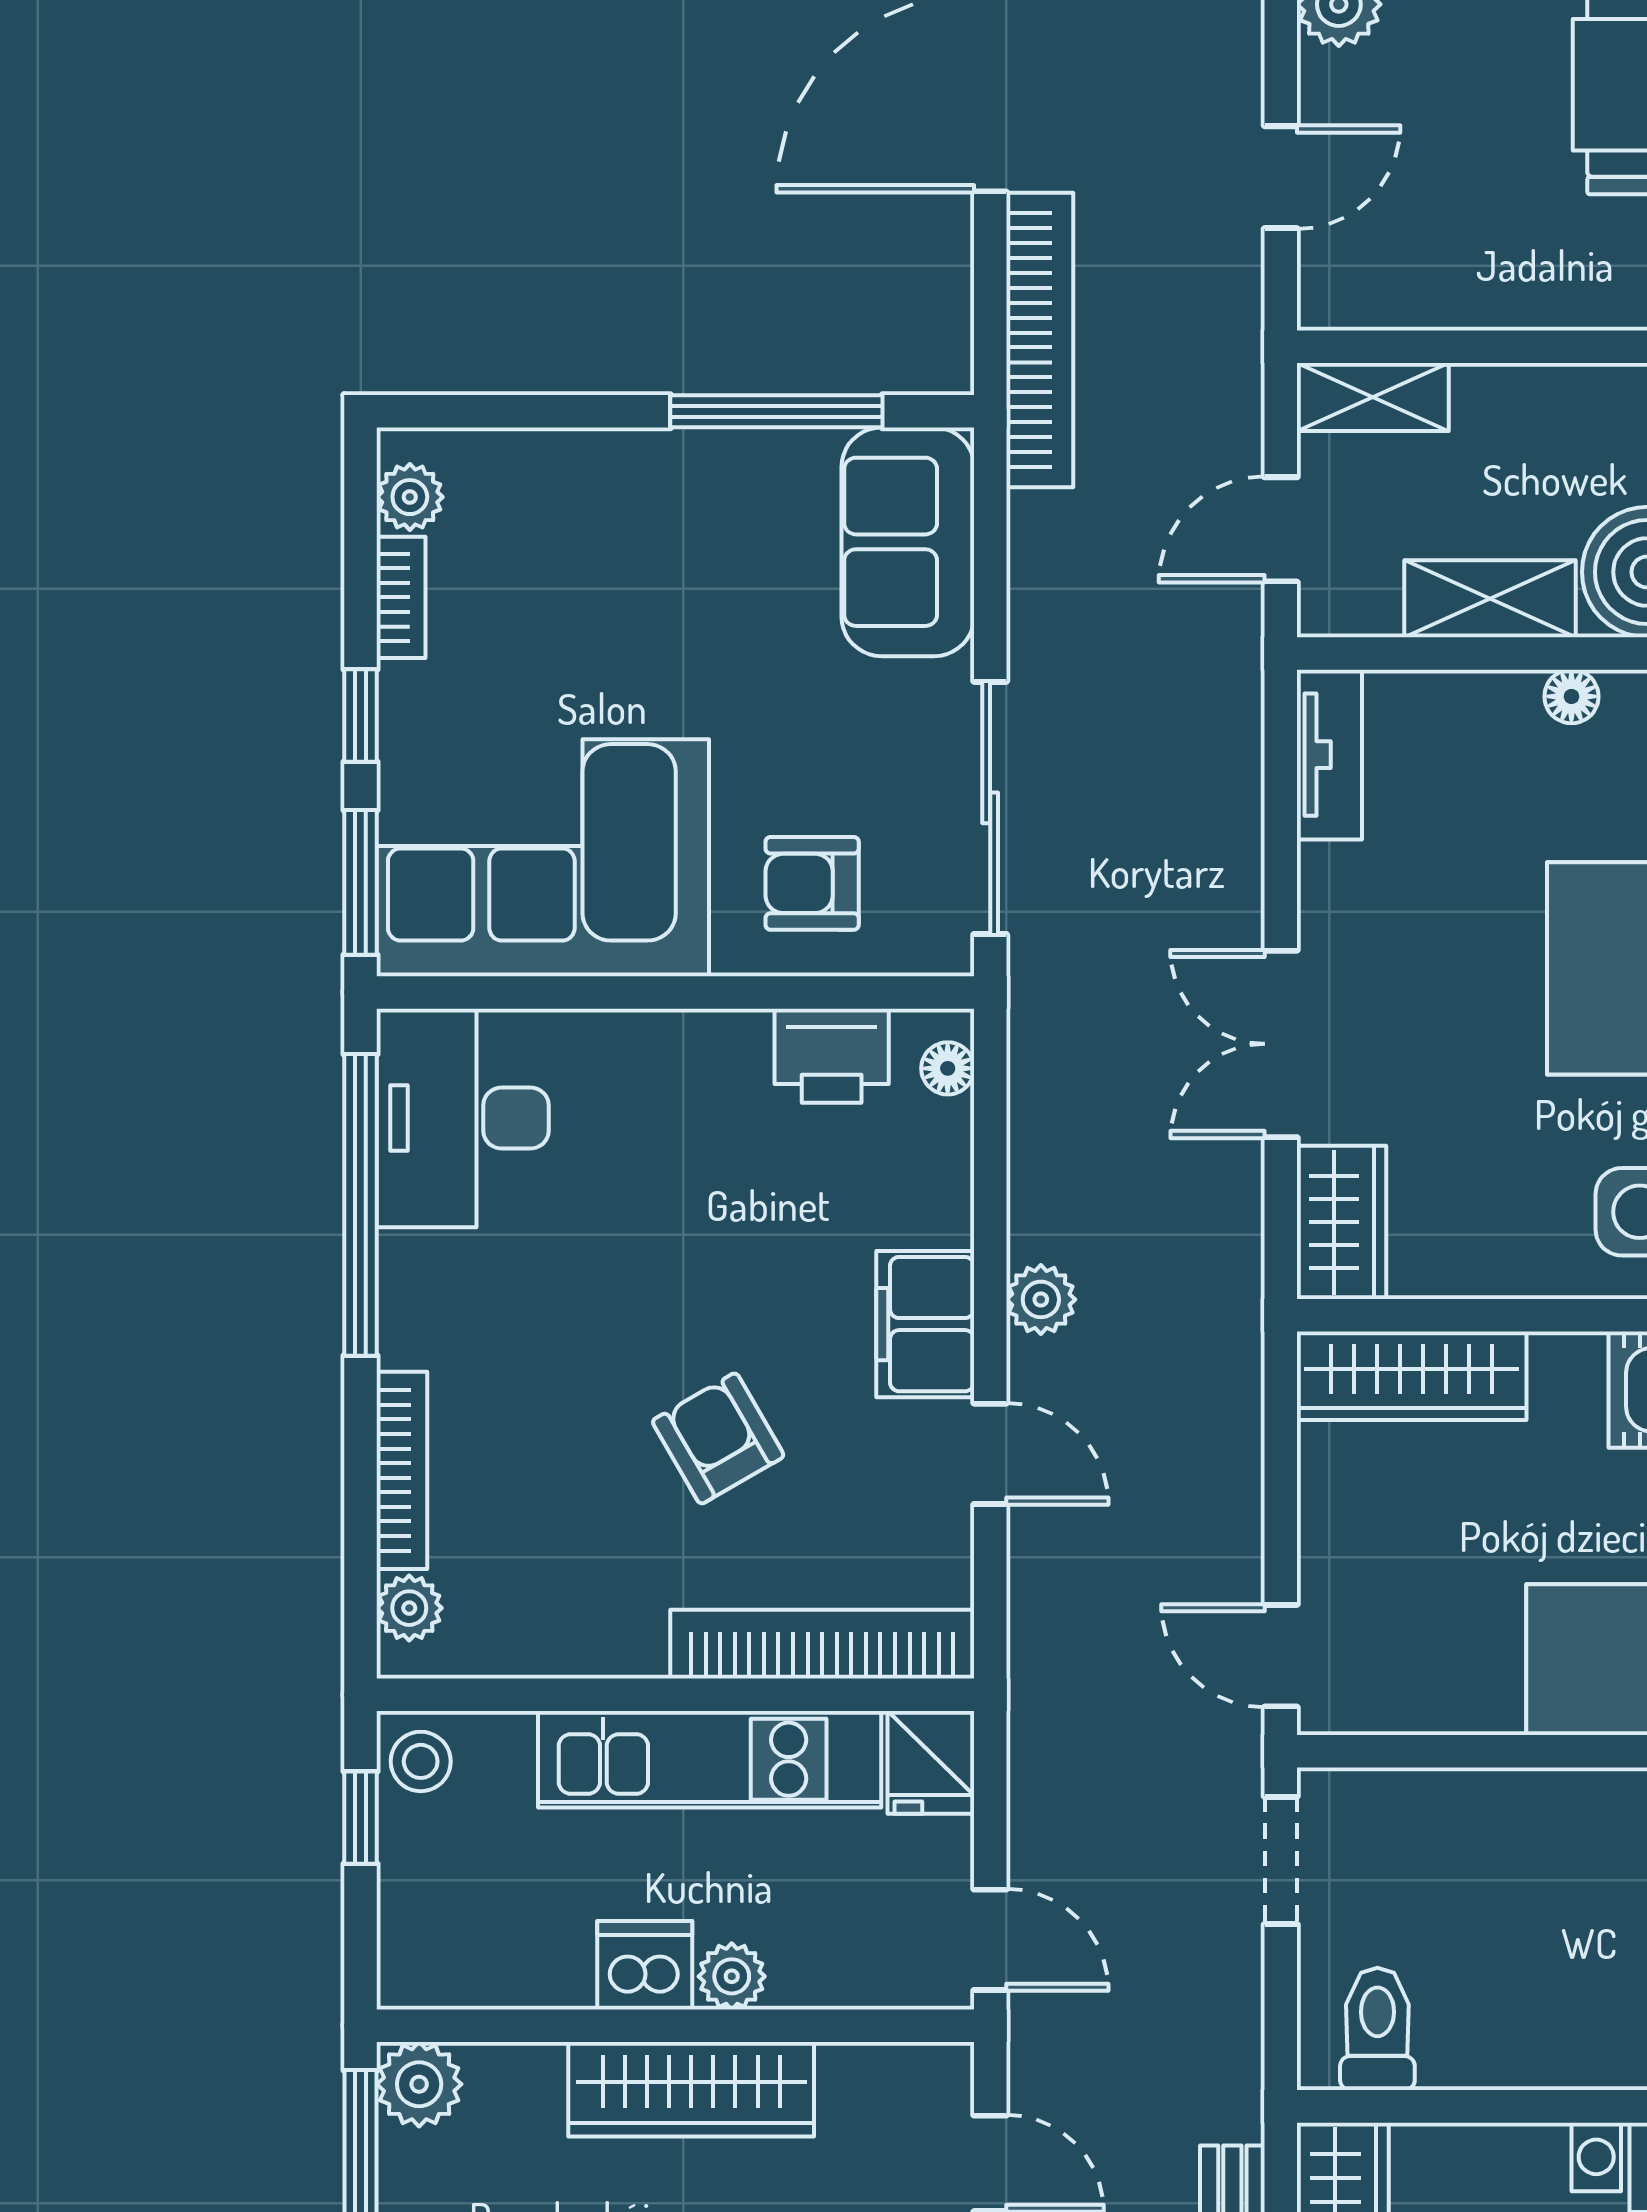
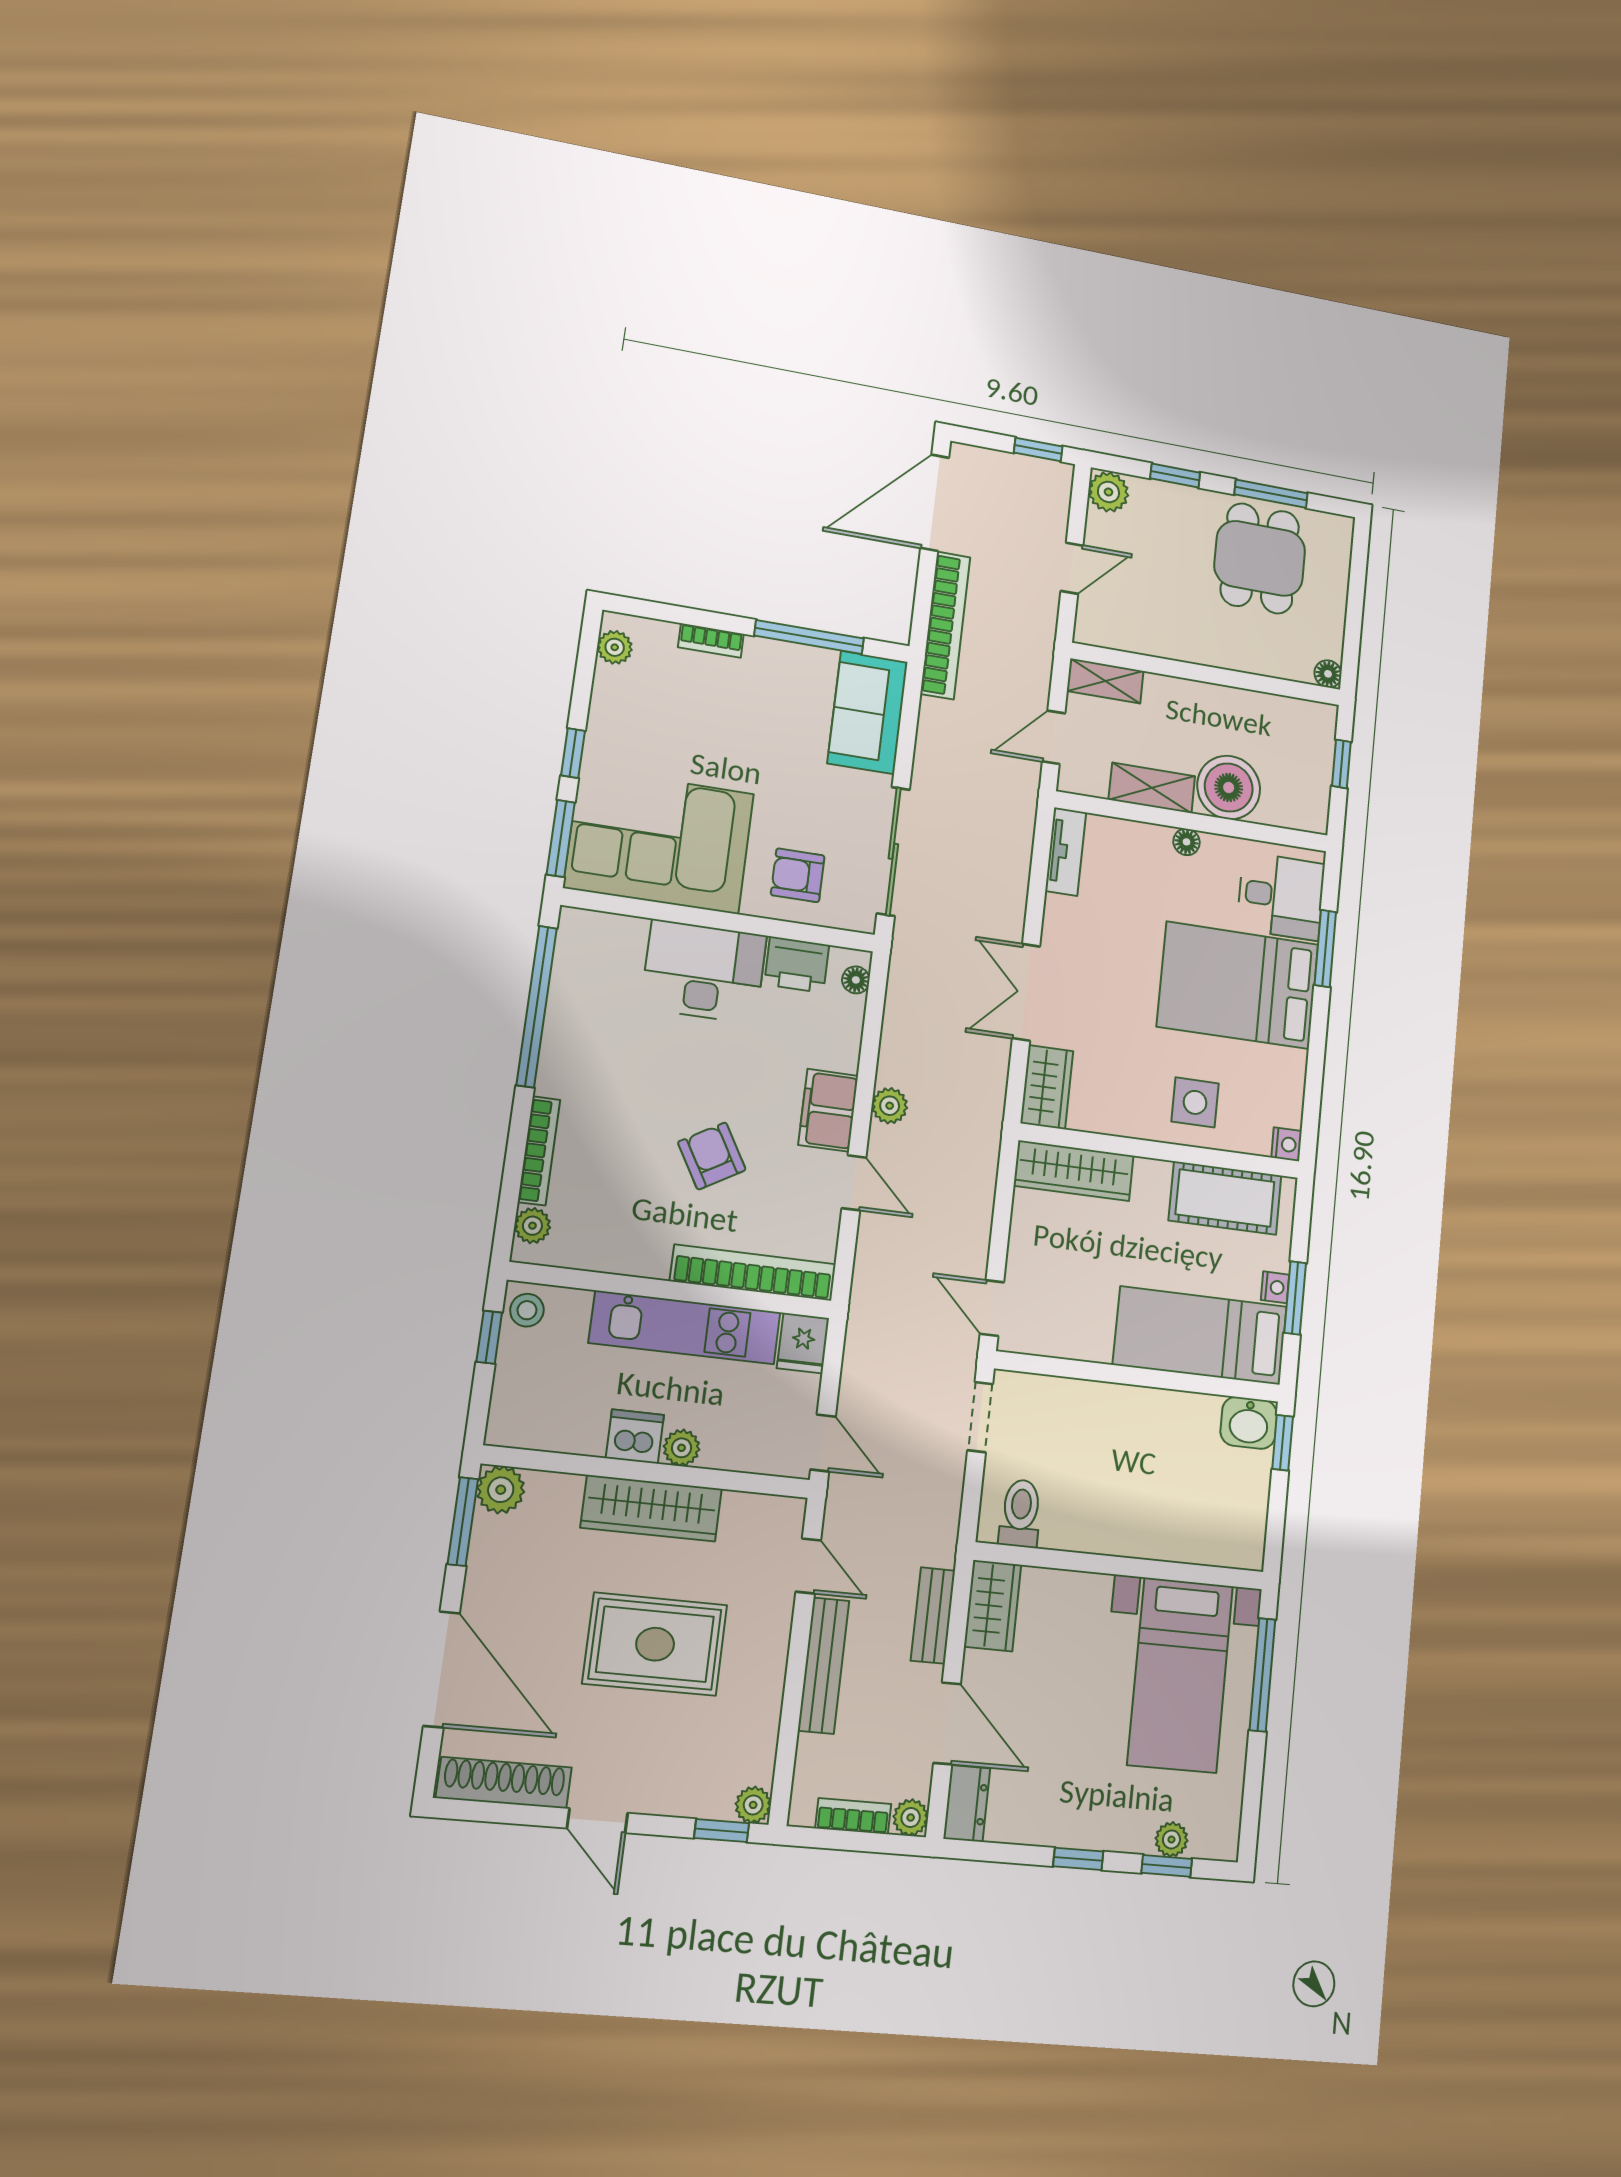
bookcase: (401, 597) -> (711, 641), moved, turned 90
desk: (463, 1118) -> (704, 971), moved, turned 90

